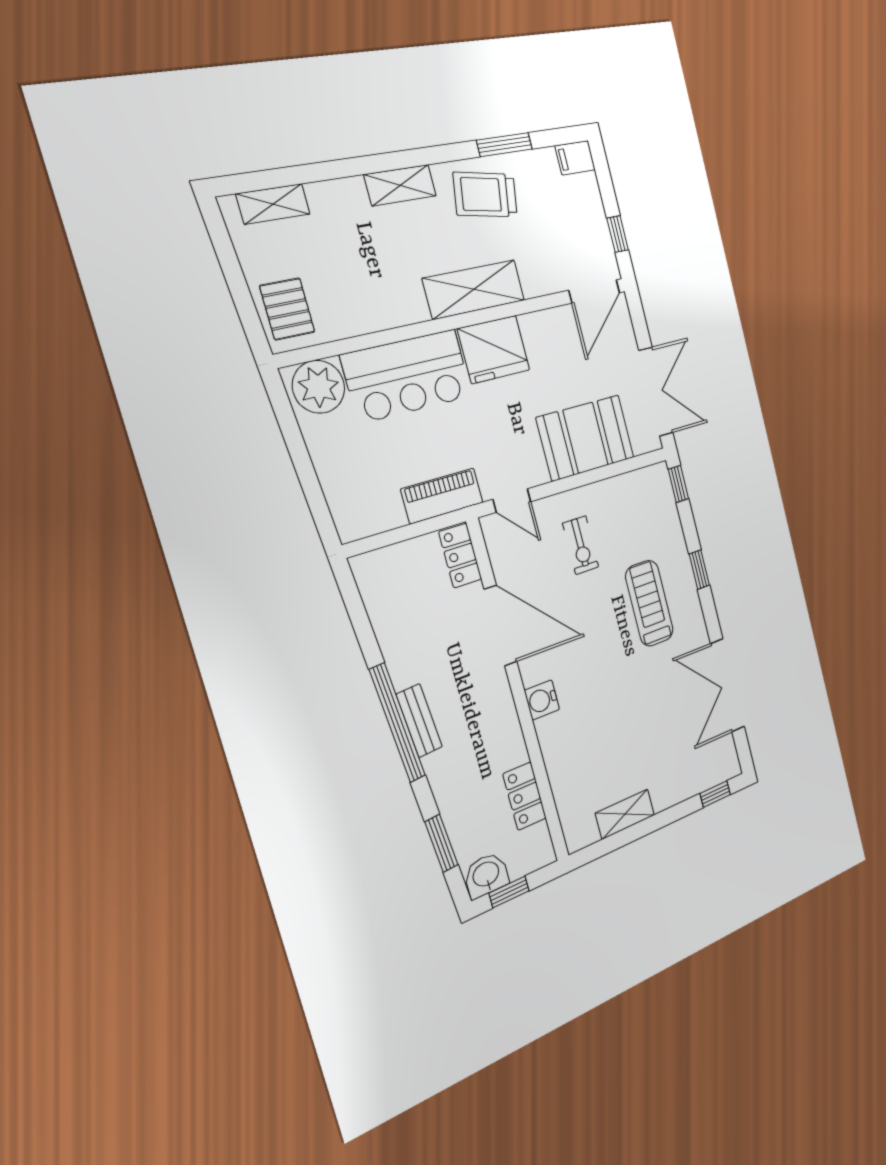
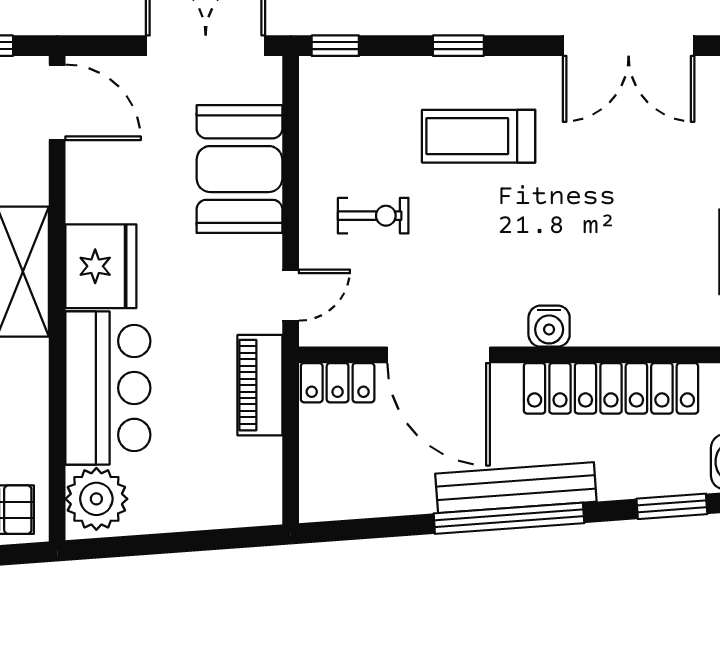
door: (500, 626) -> (439, 355), swing flipped
bench: (419, 721) -> (516, 488), width x1.86, depth x1.21
locker: (525, 796) -> (611, 388), width x2.16, depth x1.21

